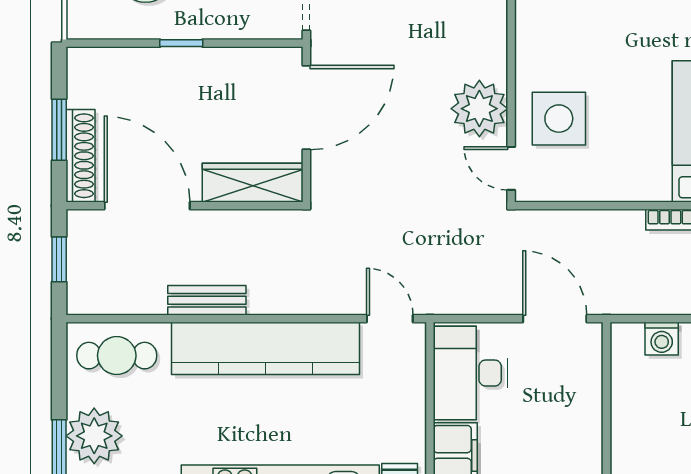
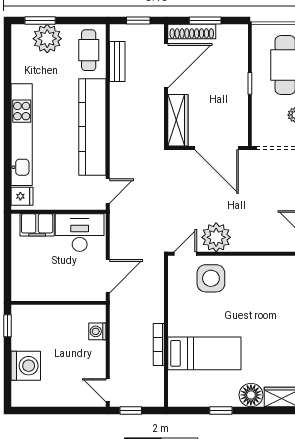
bench: (207, 300) -> (117, 62), moved

